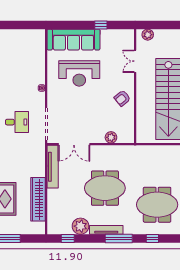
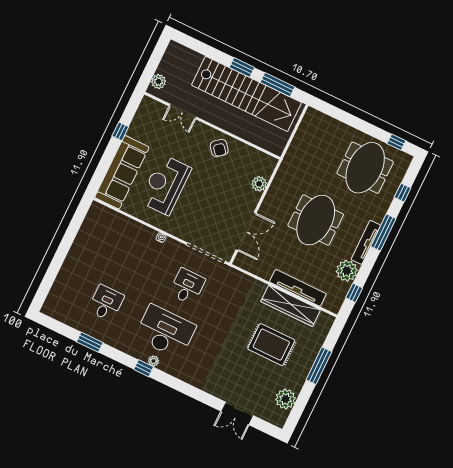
reception desk: (79, 73) -> (165, 185), turned 180
tv unit: (53, 167) -> (298, 288), moved

